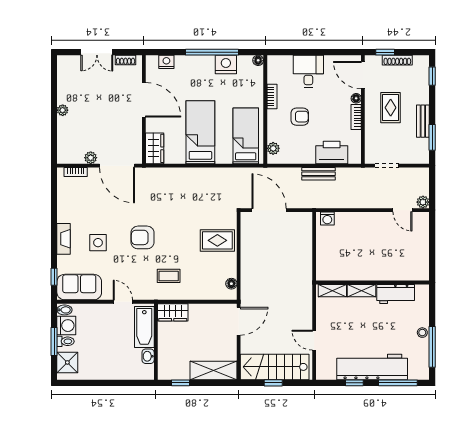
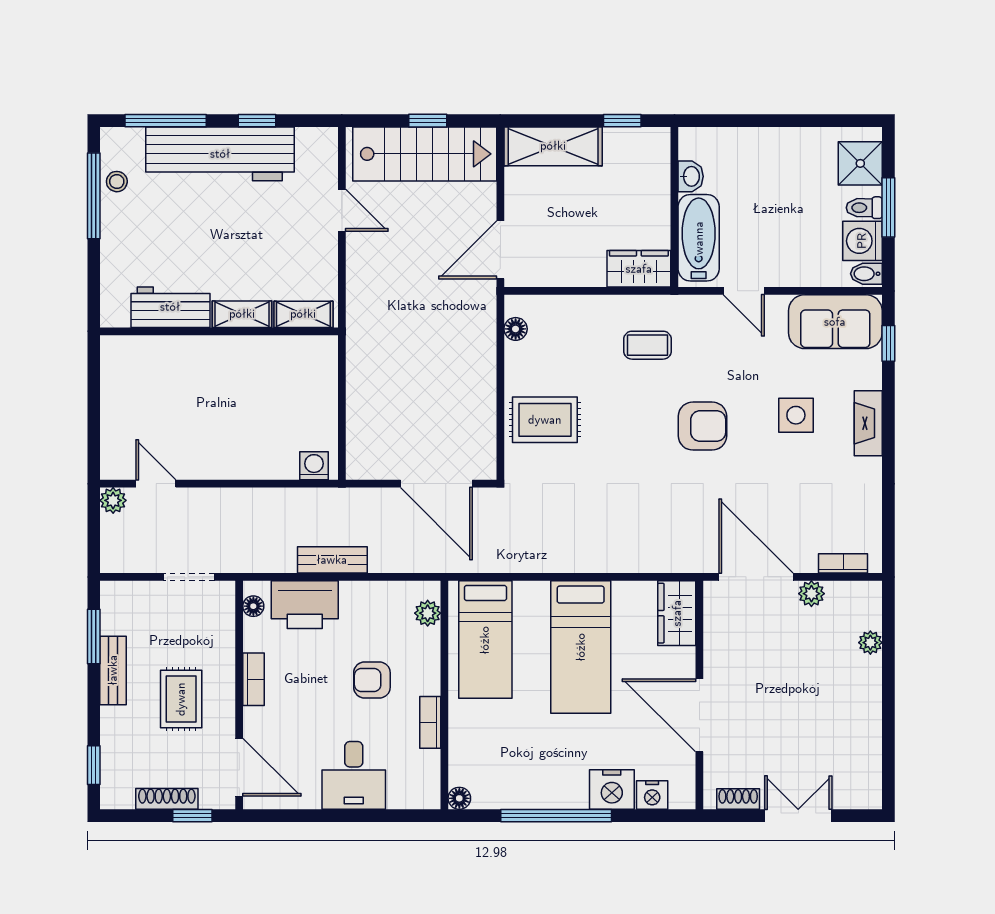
nightstand: (226, 65) -> (612, 790), moved
floor lamp: (356, 98) -> (253, 606), moved
plant: (63, 110) -> (870, 643), moved
stool: (422, 333) -> (117, 182), moved

